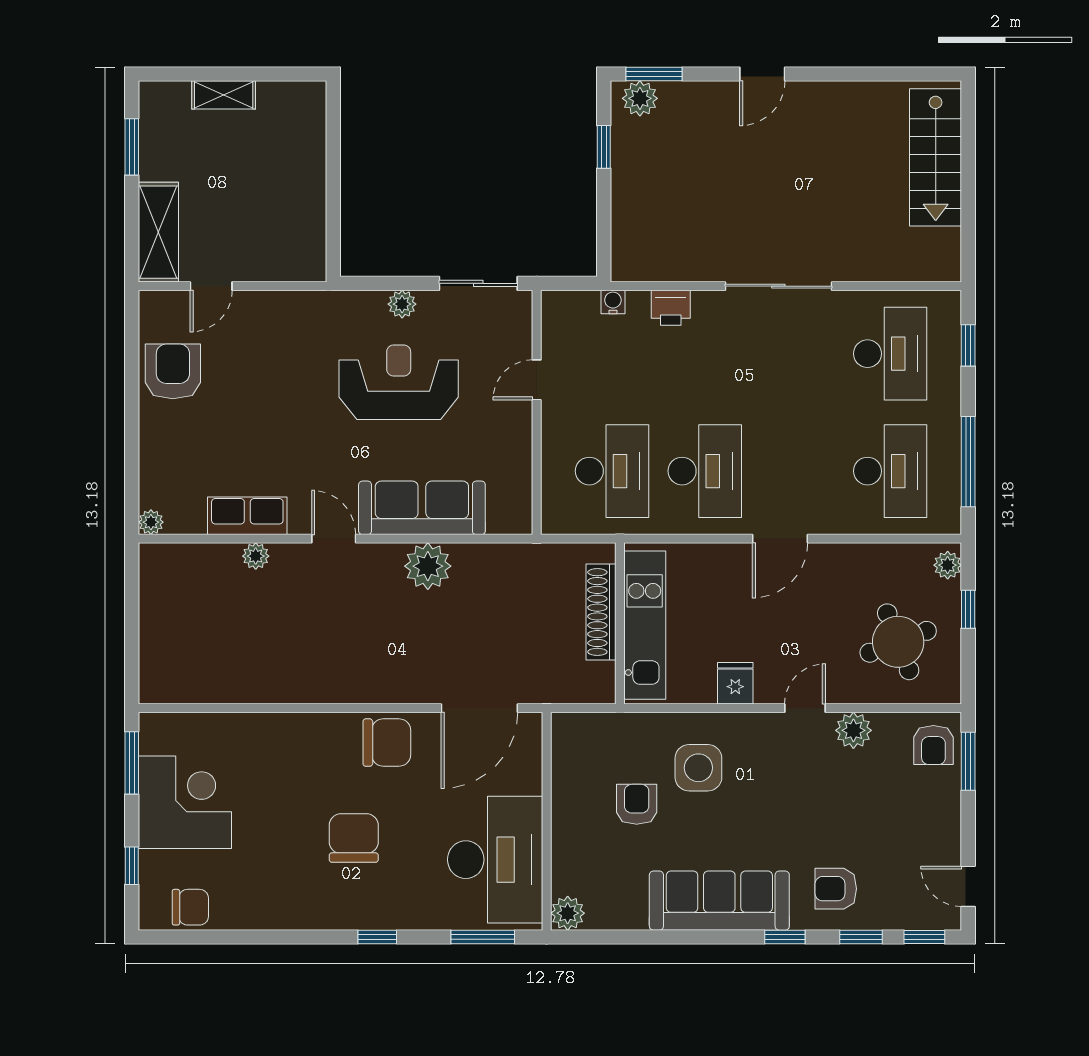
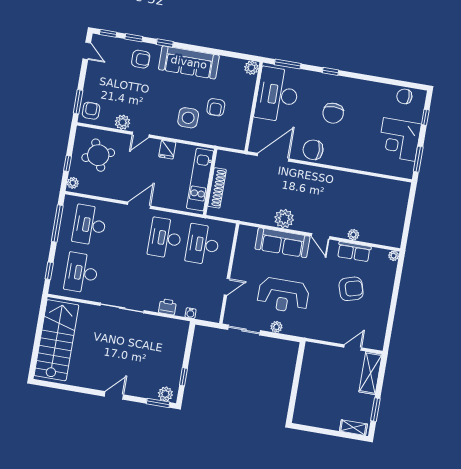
shelving: (224, 95) -> (353, 428), moved
stairs: (936, 157) -> (56, 340), width x1.36, depth x1.51
armchair: (173, 371) -> (351, 289), moved, turned -107

